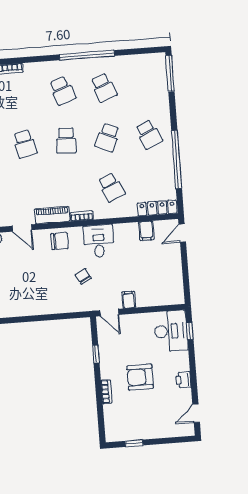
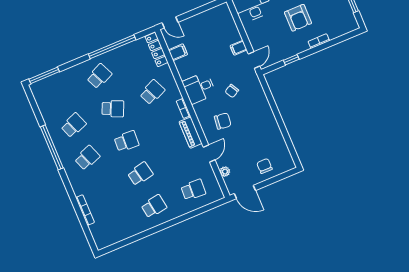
chair: (60, 241) -> (223, 121), moved, turned 97

